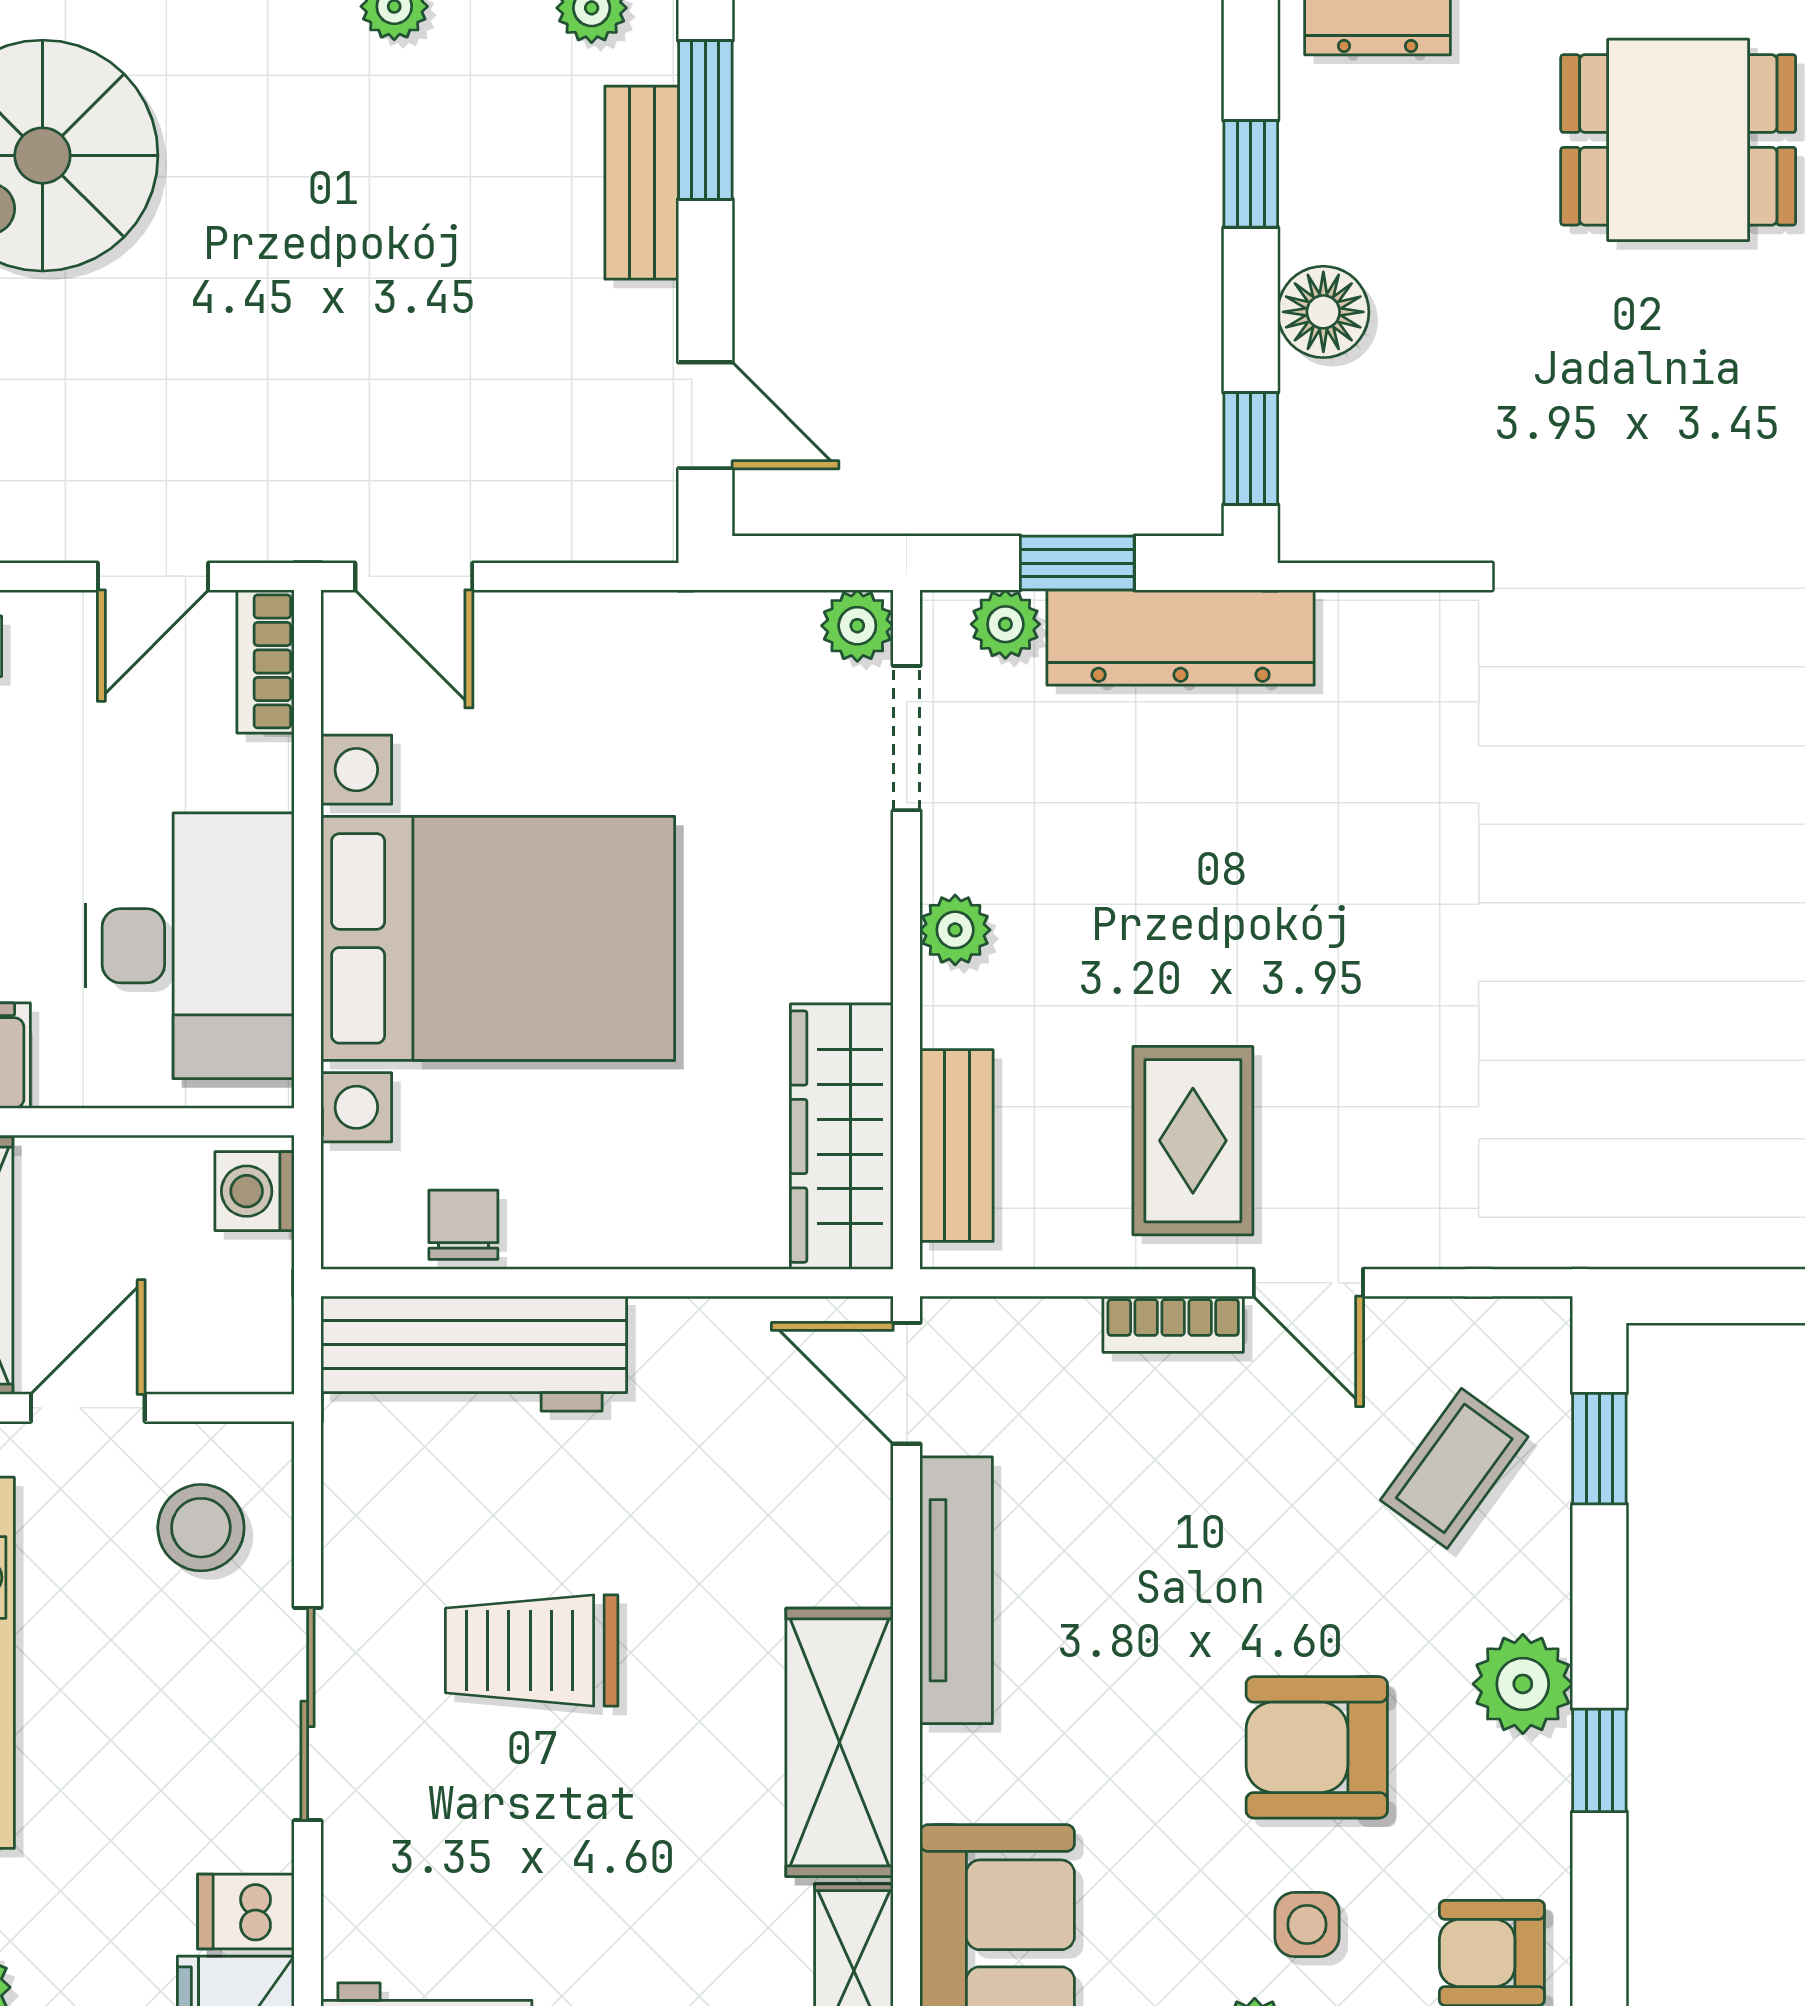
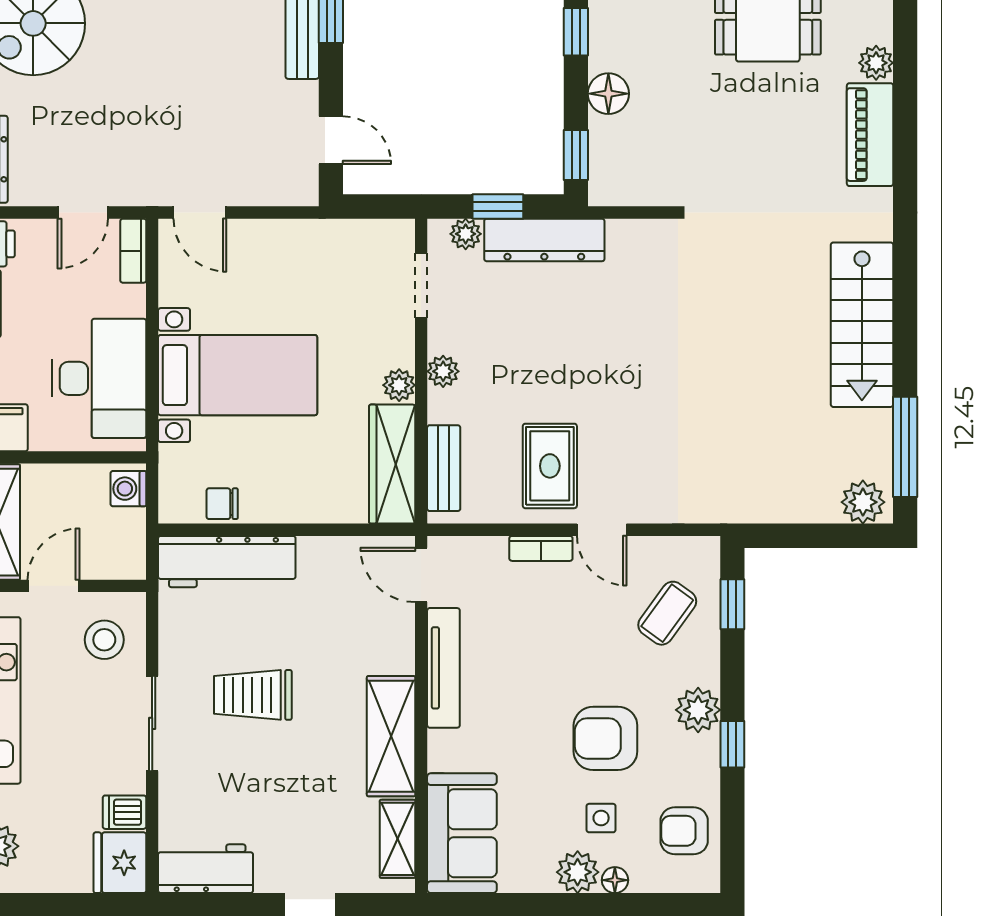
plant: (857, 626) -> (399, 385), moved
bed with nightstands: (498, 938) -> (238, 375), width x0.73
chair: (463, 1225) -> (222, 504), turned -90

